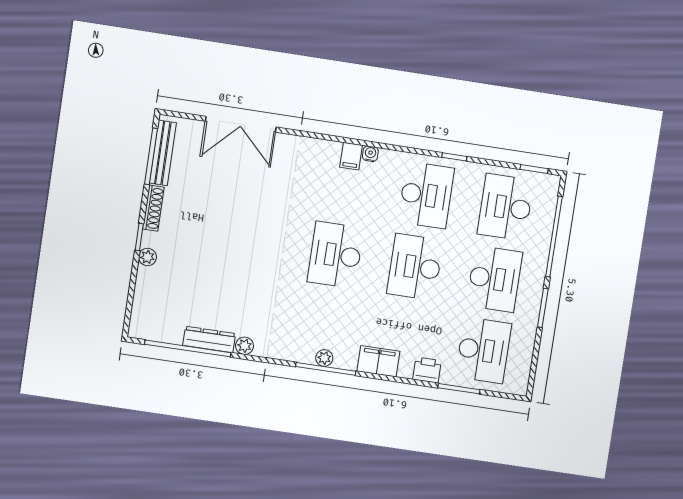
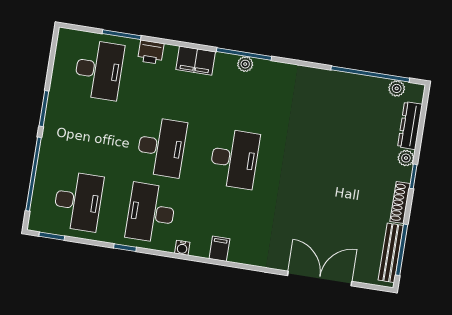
water cooler: (370, 154) -> (182, 248), moved
desk: (494, 279) -> (88, 136), removed
dresser: (209, 339) -> (410, 126), moved, turned 90
plant: (245, 346) -> (397, 88), moved
desk: (483, 350) -> (99, 70), turned 180

